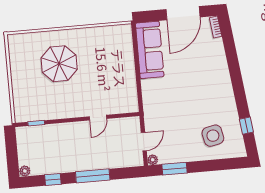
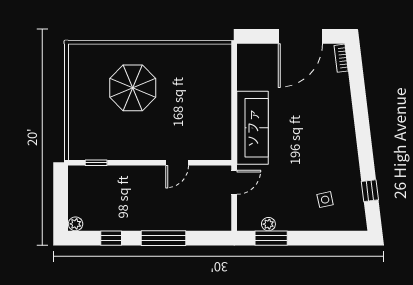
sofa: (150, 50) -> (252, 128), moved
side table: (213, 136) -> (325, 200), width x0.54, depth x0.54
door: (144, 142) -> (234, 182), moved
plant: (153, 160) -> (268, 224), moved

